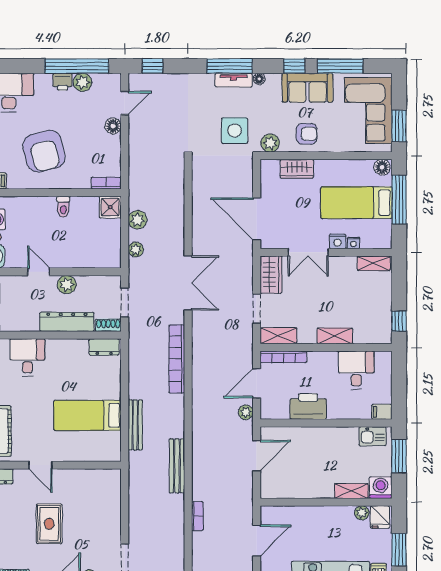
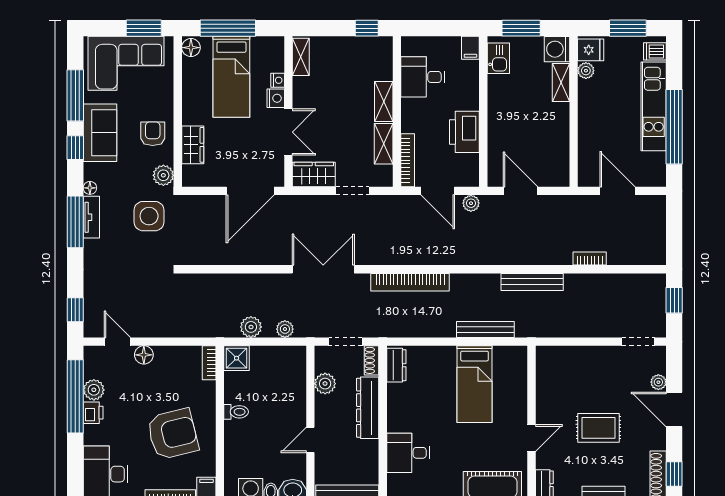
plant: (67, 285) -> (325, 384), moved
shelving: (279, 336) -> (384, 144), moved

